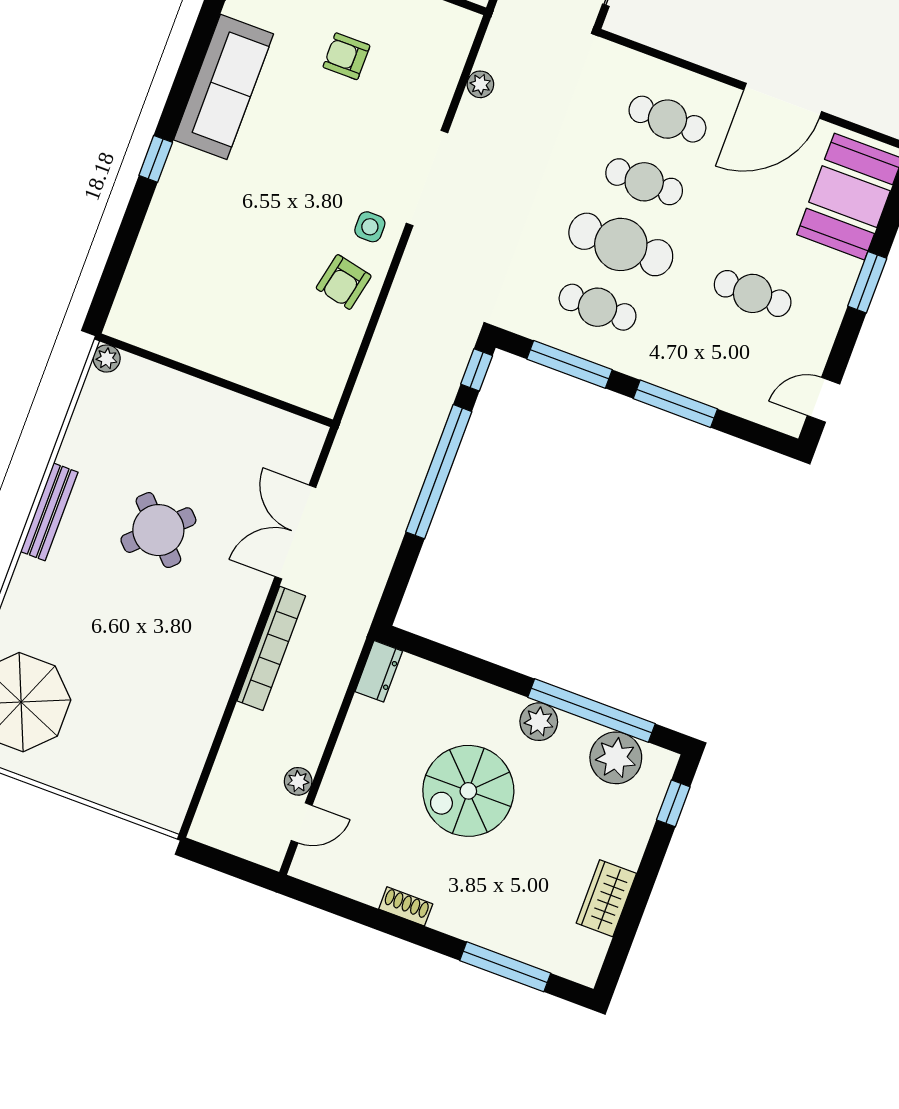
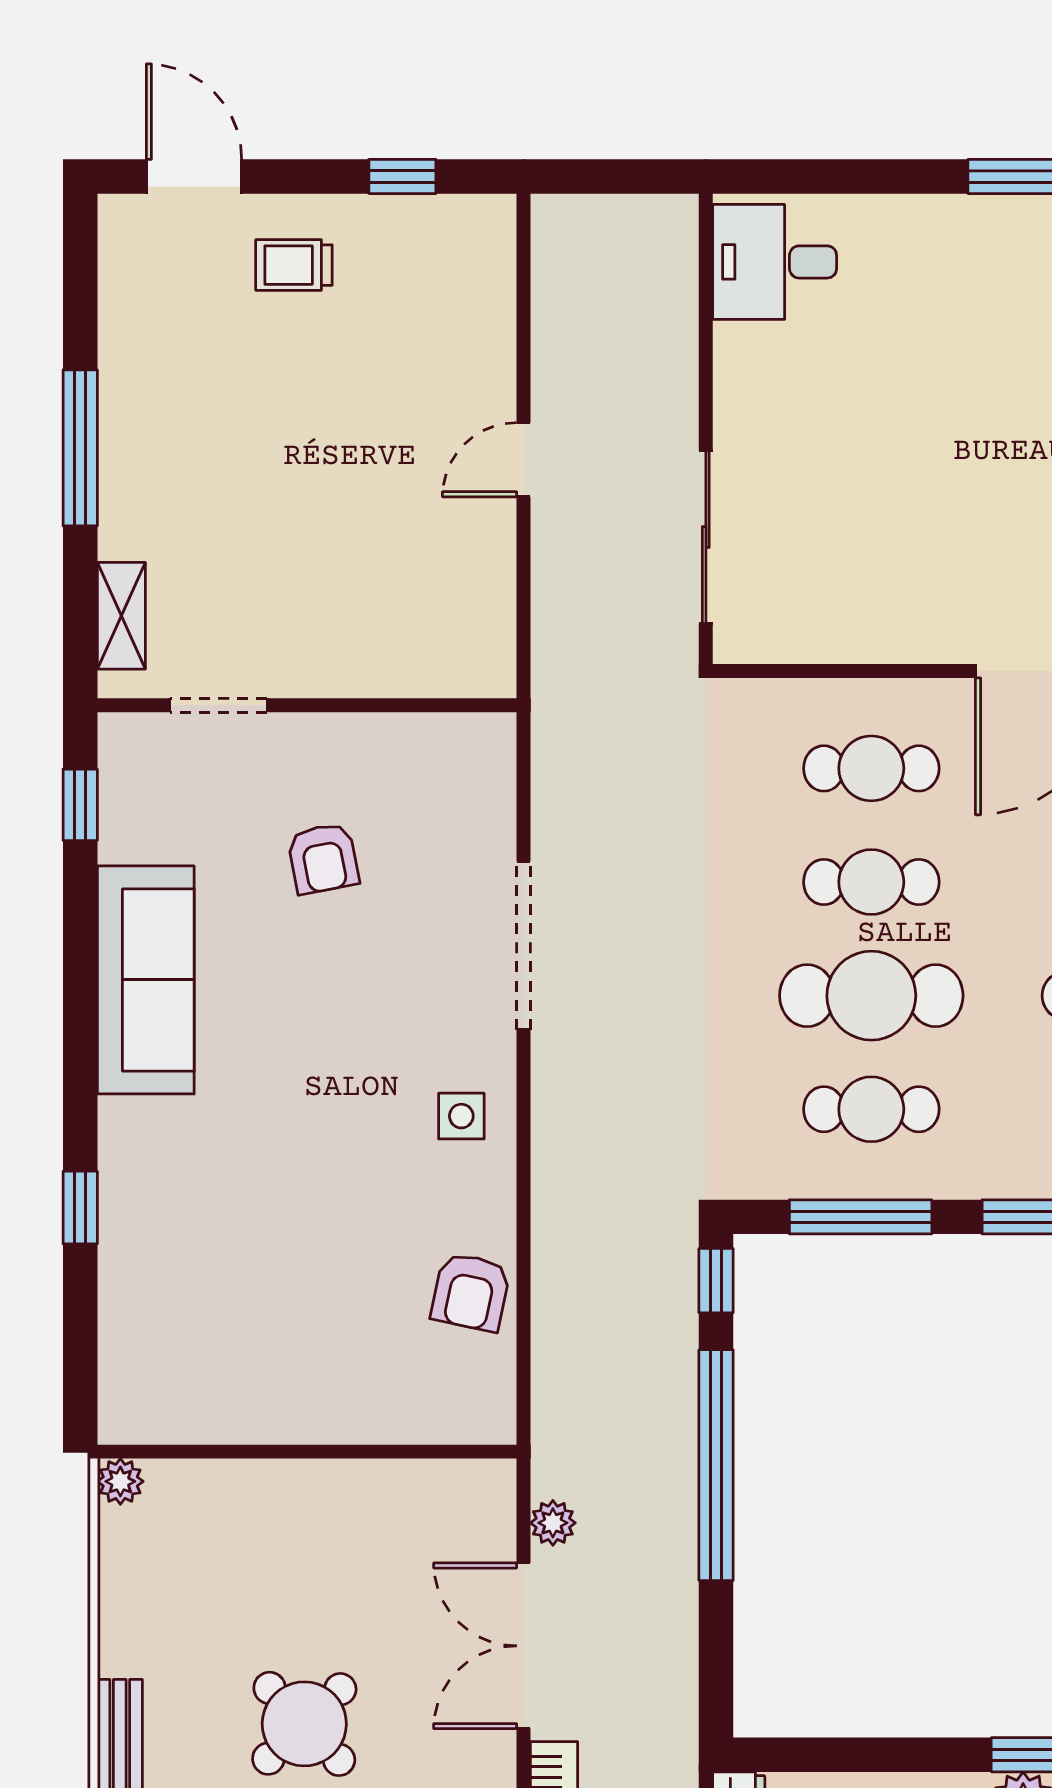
armchair: (346, 56) -> (323, 858), turned -101
plant: (480, 84) -> (553, 1523), moved
window: (156, 159) -> (80, 1208), moved
doorway: (427, 178) -> (523, 945), moved
armchair: (344, 282) -> (471, 1292), moved

